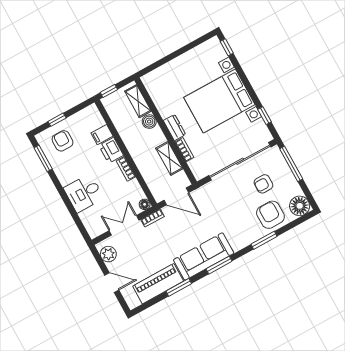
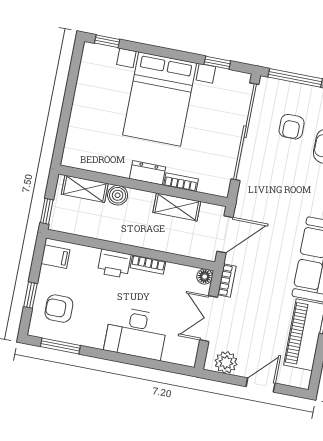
filing cabinet: (102, 135) -> (55, 257), moved, turned -90
desk: (84, 193) -> (136, 333), width x1.37

